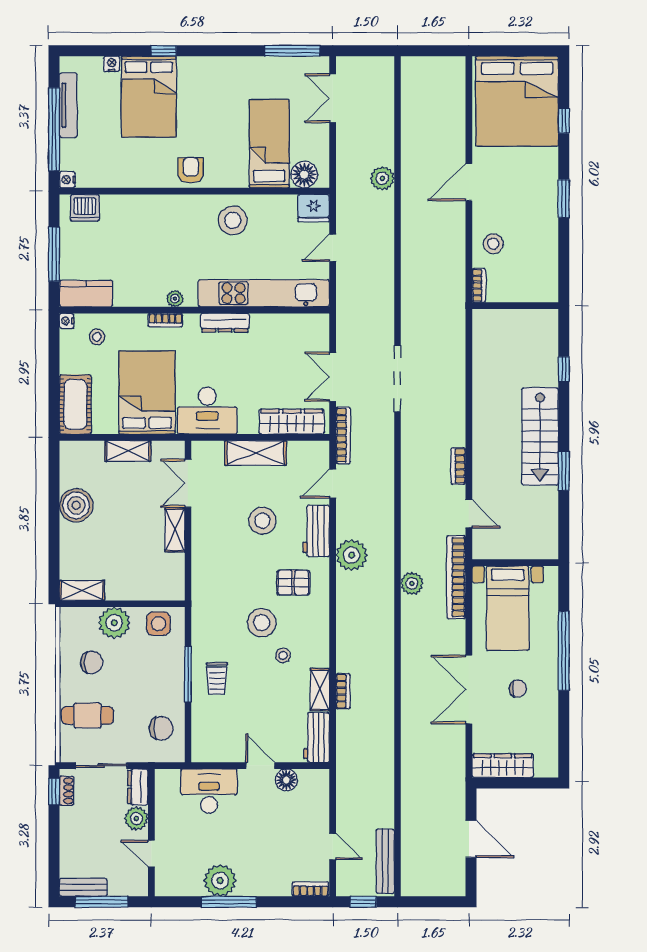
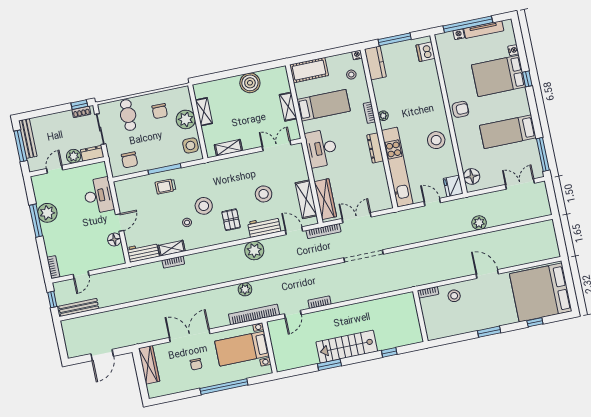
bed: (269, 144) -> (508, 132), moved, turned 180
nightstand: (67, 180) -> (459, 34), moved
bed: (147, 393) -> (324, 105), width x0.67
shelving: (256, 453) -> (306, 199), moved
shelving: (175, 530) -> (228, 148), moved
shelving: (82, 590) -> (204, 112), moved
bench: (83, 887) -> (28, 139), width x1.36

